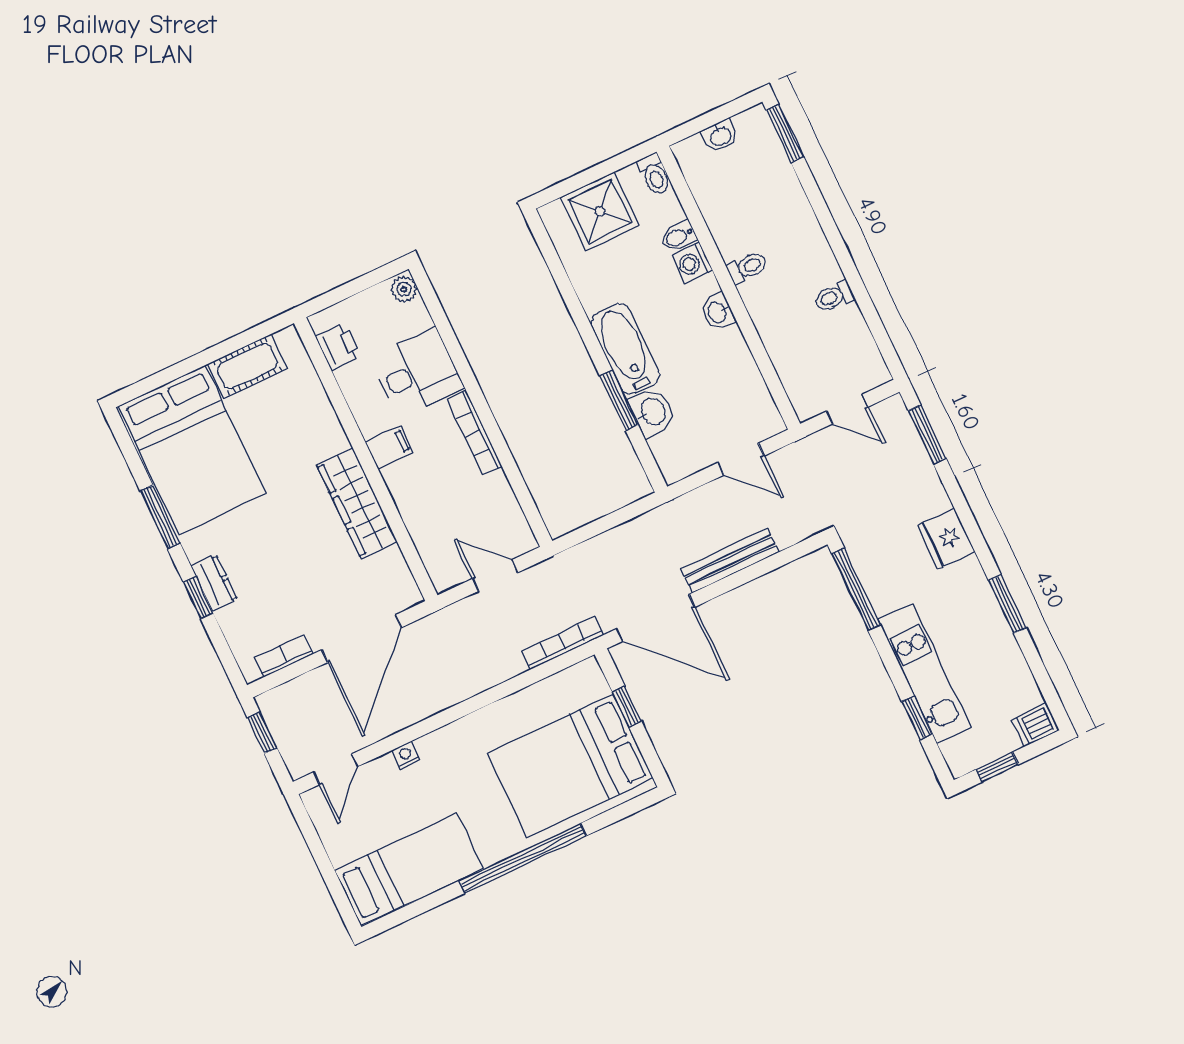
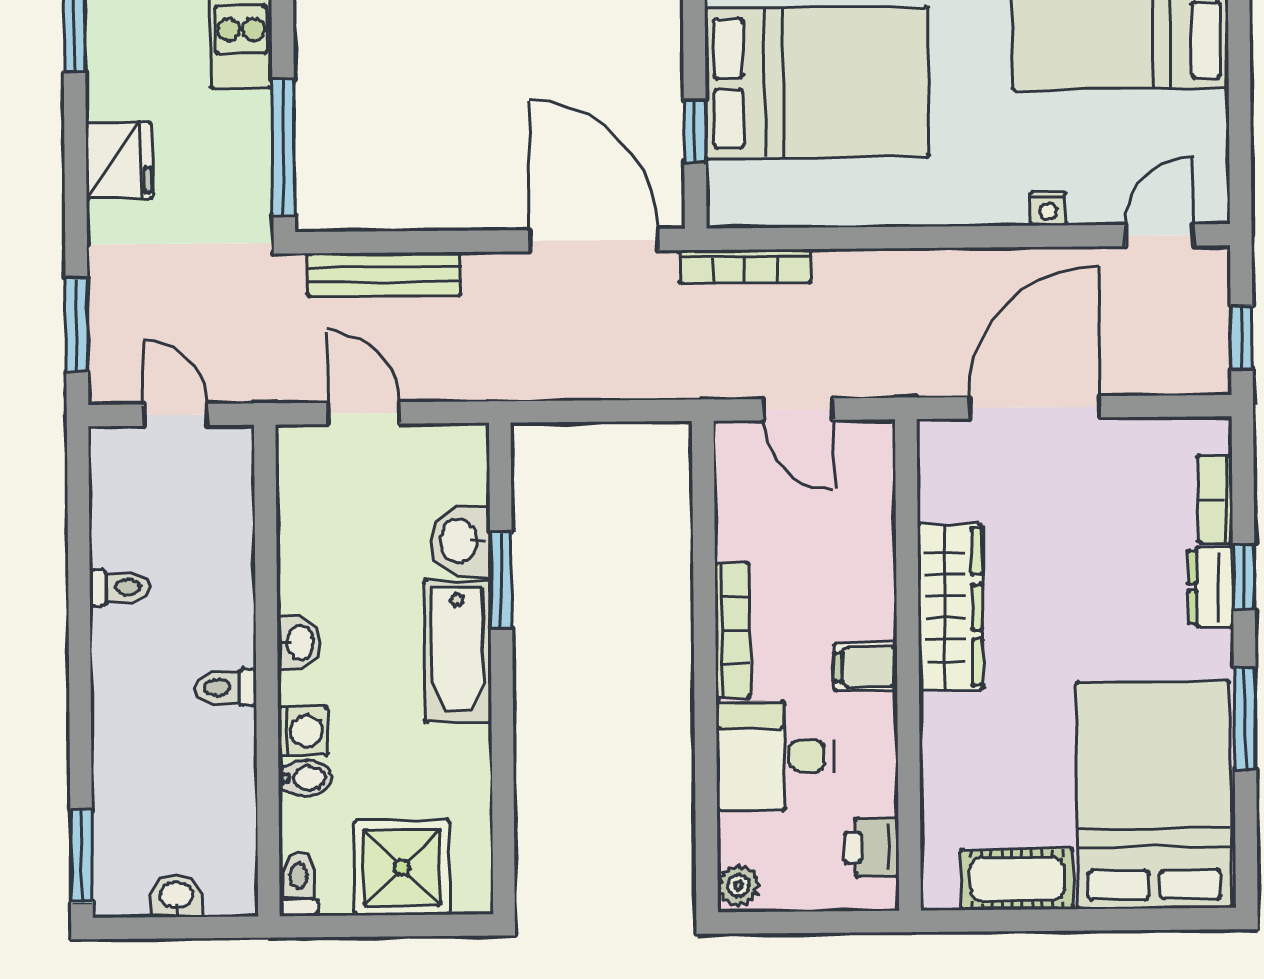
bench: (730, 561) -> (384, 274), moved
bookcase: (284, 656) -> (1215, 499), moved, turned 90

